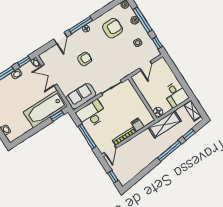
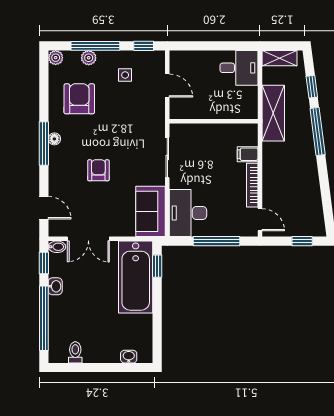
door: (60, 38) -> (44, 208), moved
floor lamp: (158, 112) -> (248, 111), removed

